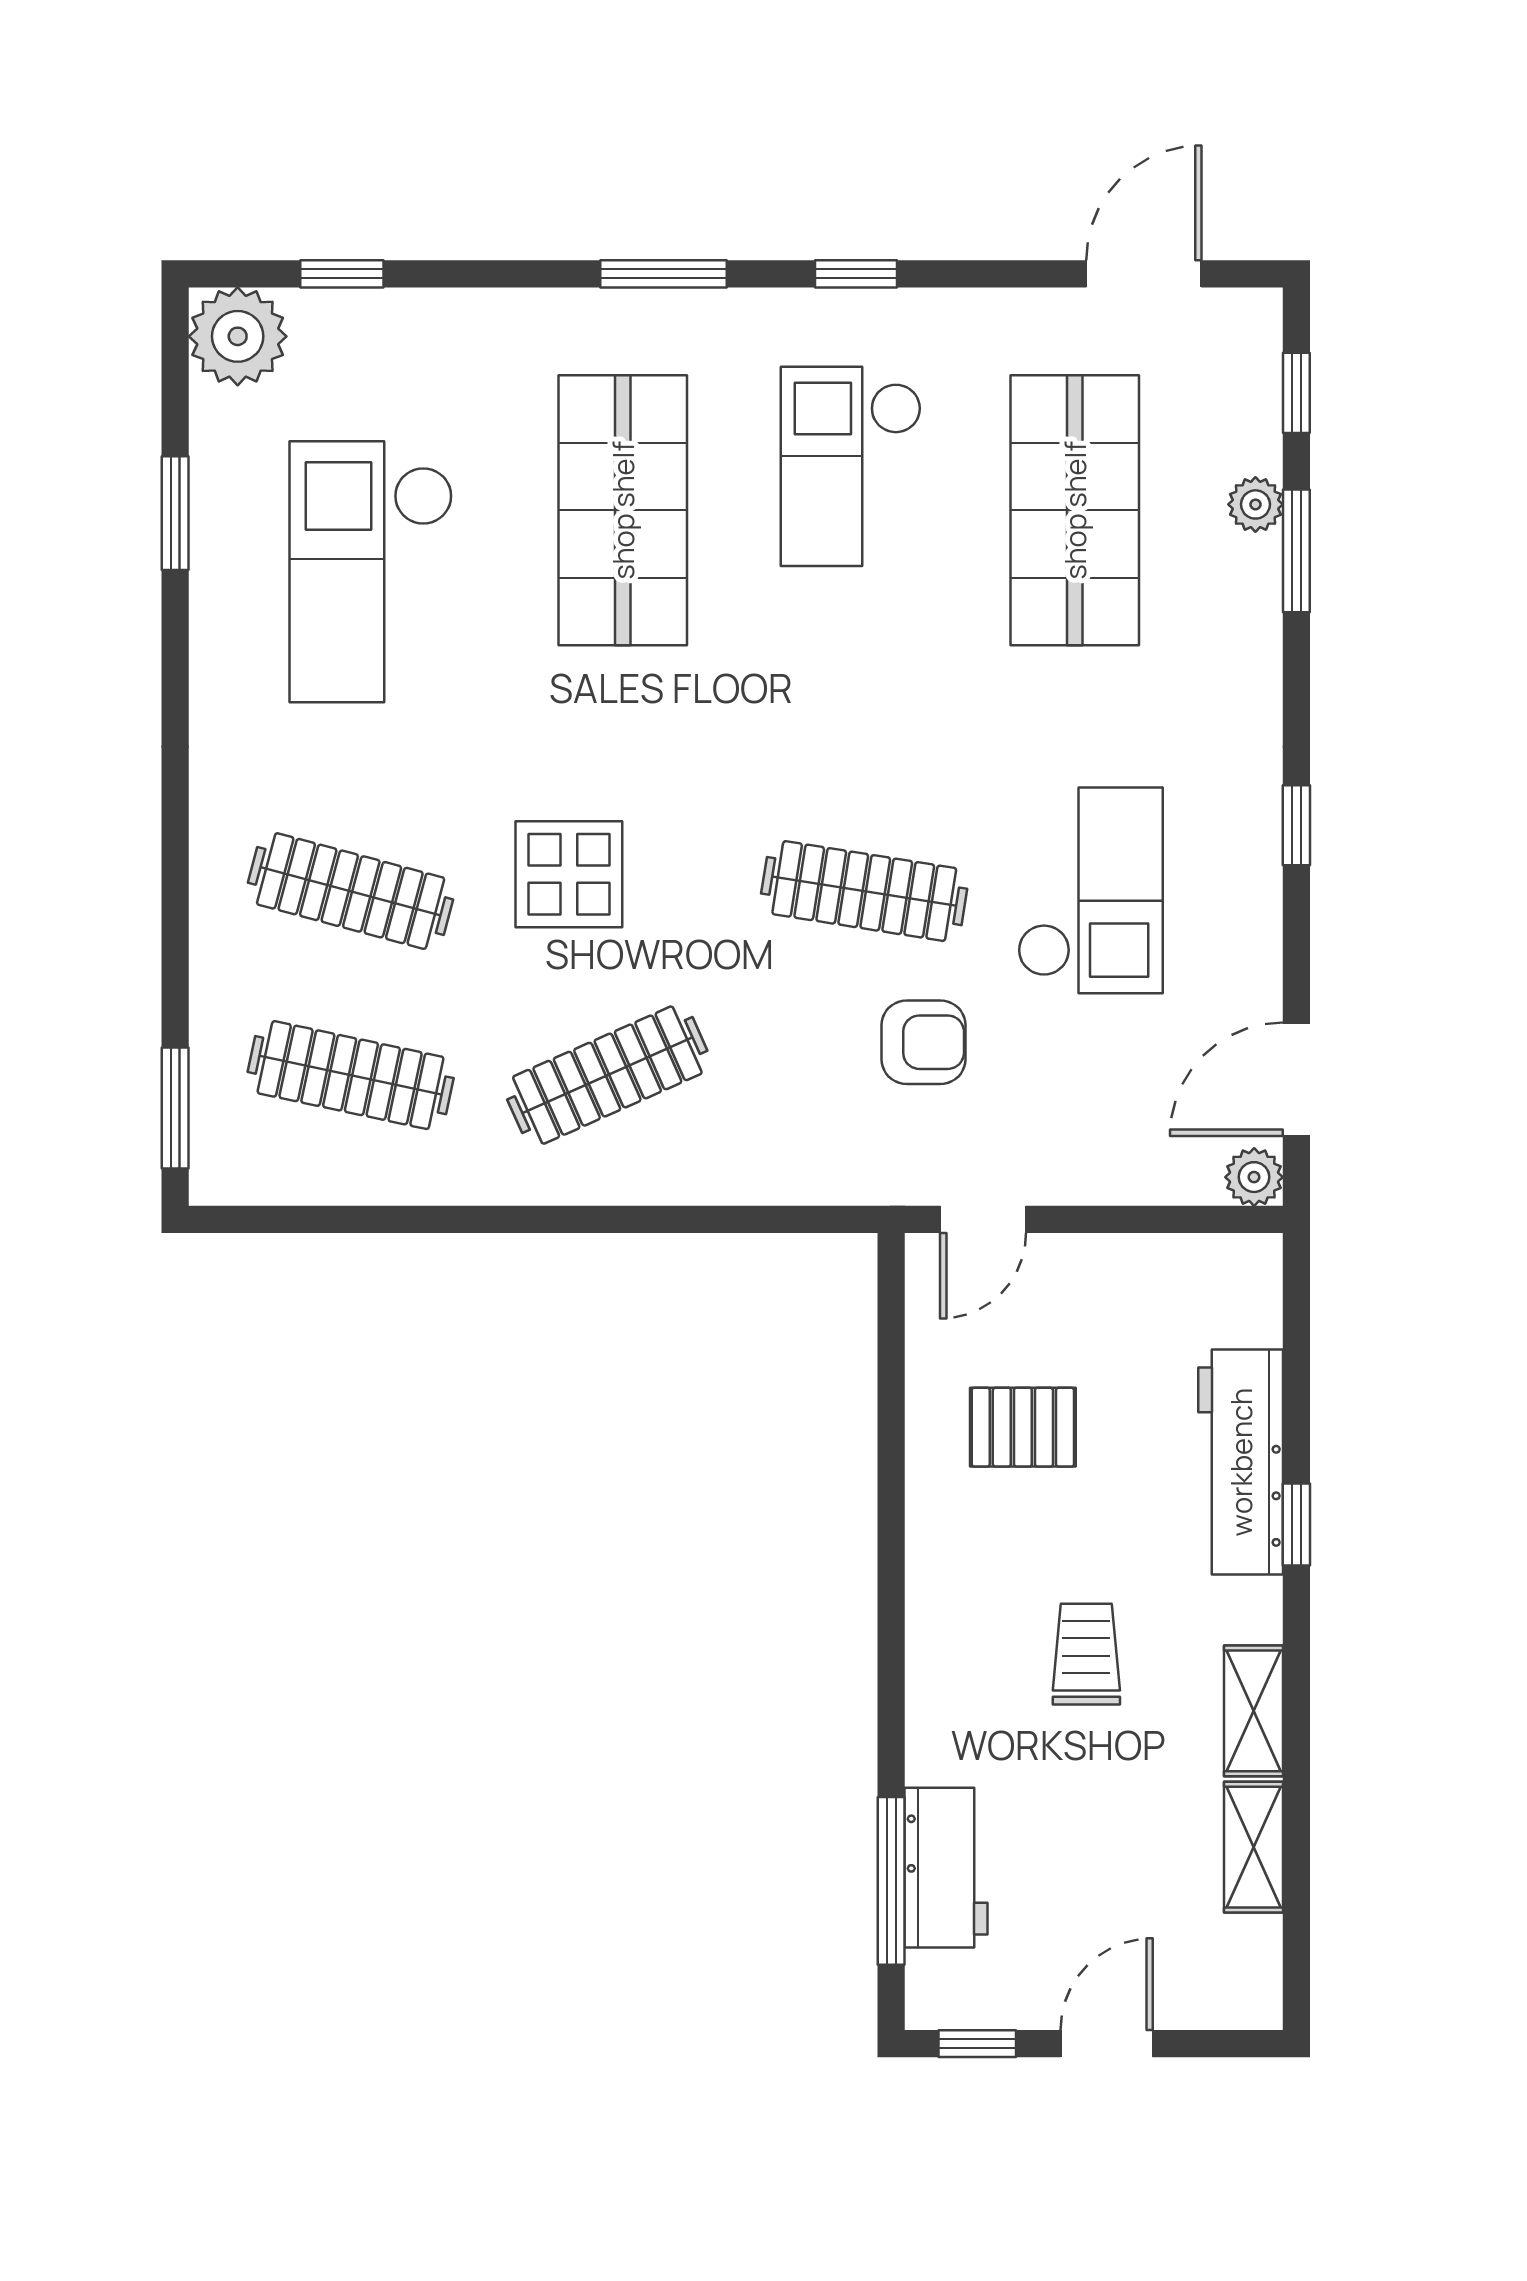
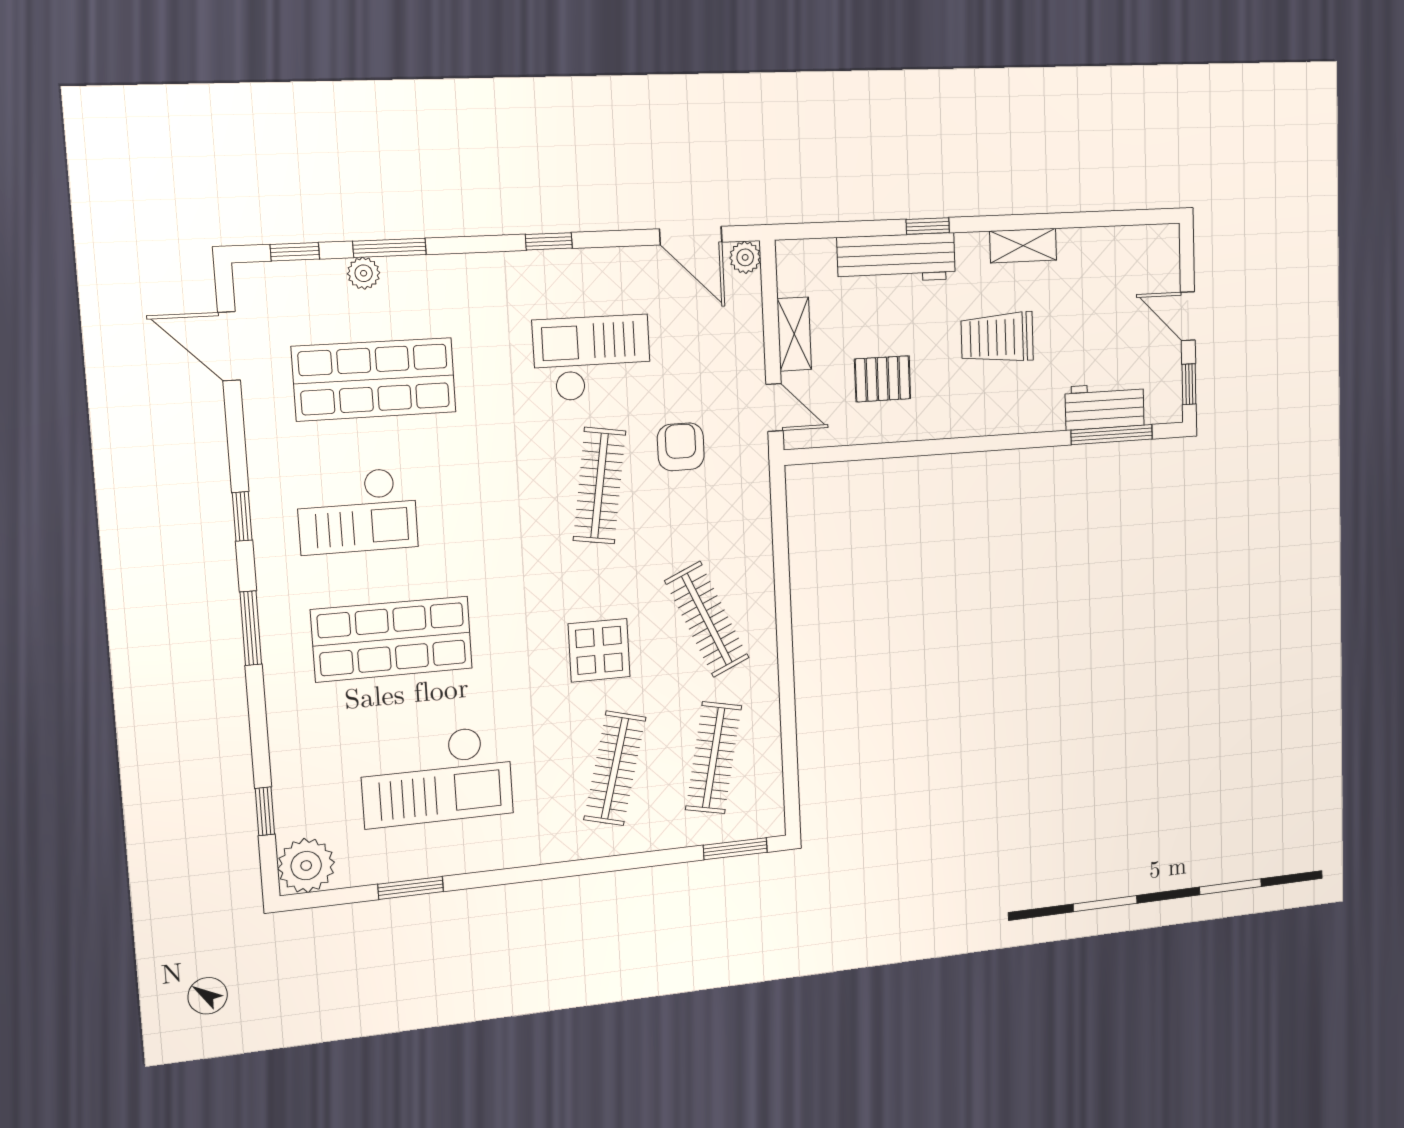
pallet: (1023, 1427) -> (883, 379), turned 90
trolley: (1086, 1654) -> (997, 338), width x1.36, depth x1.39
shelving: (1253, 1847) -> (794, 334), moved, turned 90

